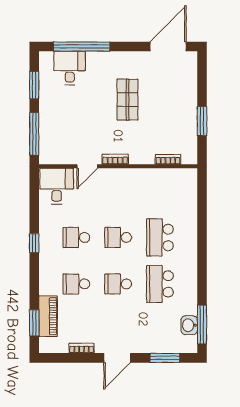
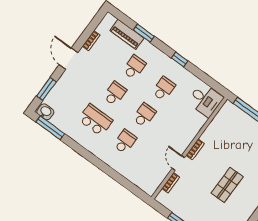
shop shelf: (128, 100) -> (227, 185), turned 90
door: (87, 166) -> (178, 163), moved
school desk: (160, 237) -> (125, 142), width x0.54
window: (34, 323) -> (144, 33), moved
washbasin: (189, 325) -> (45, 112), moved

